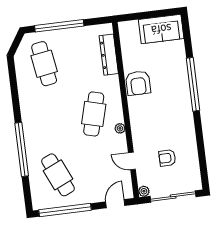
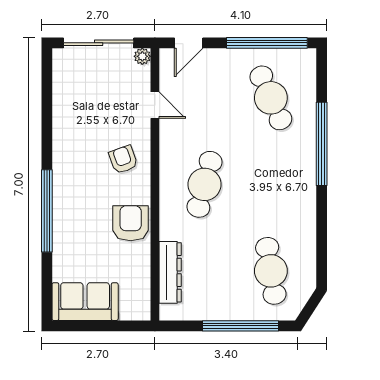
plant: (120, 128) -> (167, 157), removed
armchair: (167, 158) -> (123, 159), moved, turned -110

